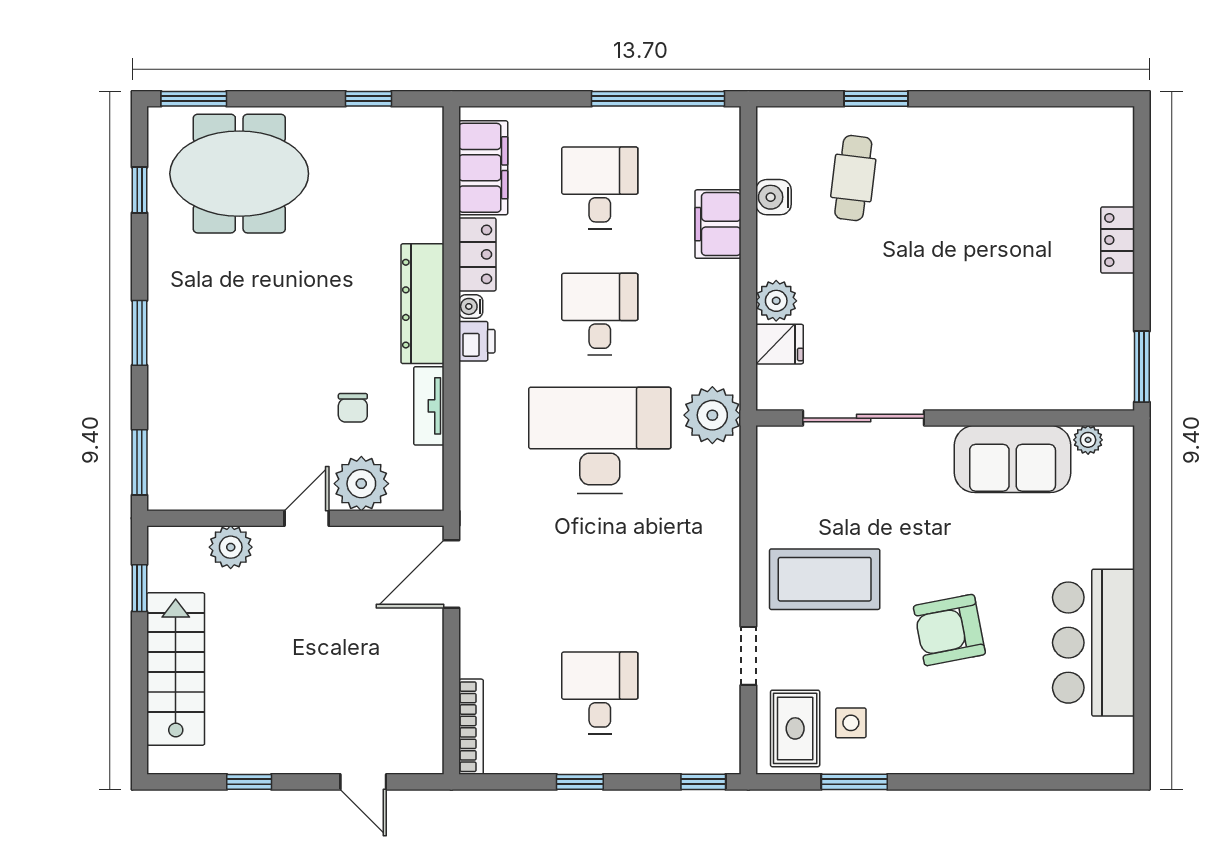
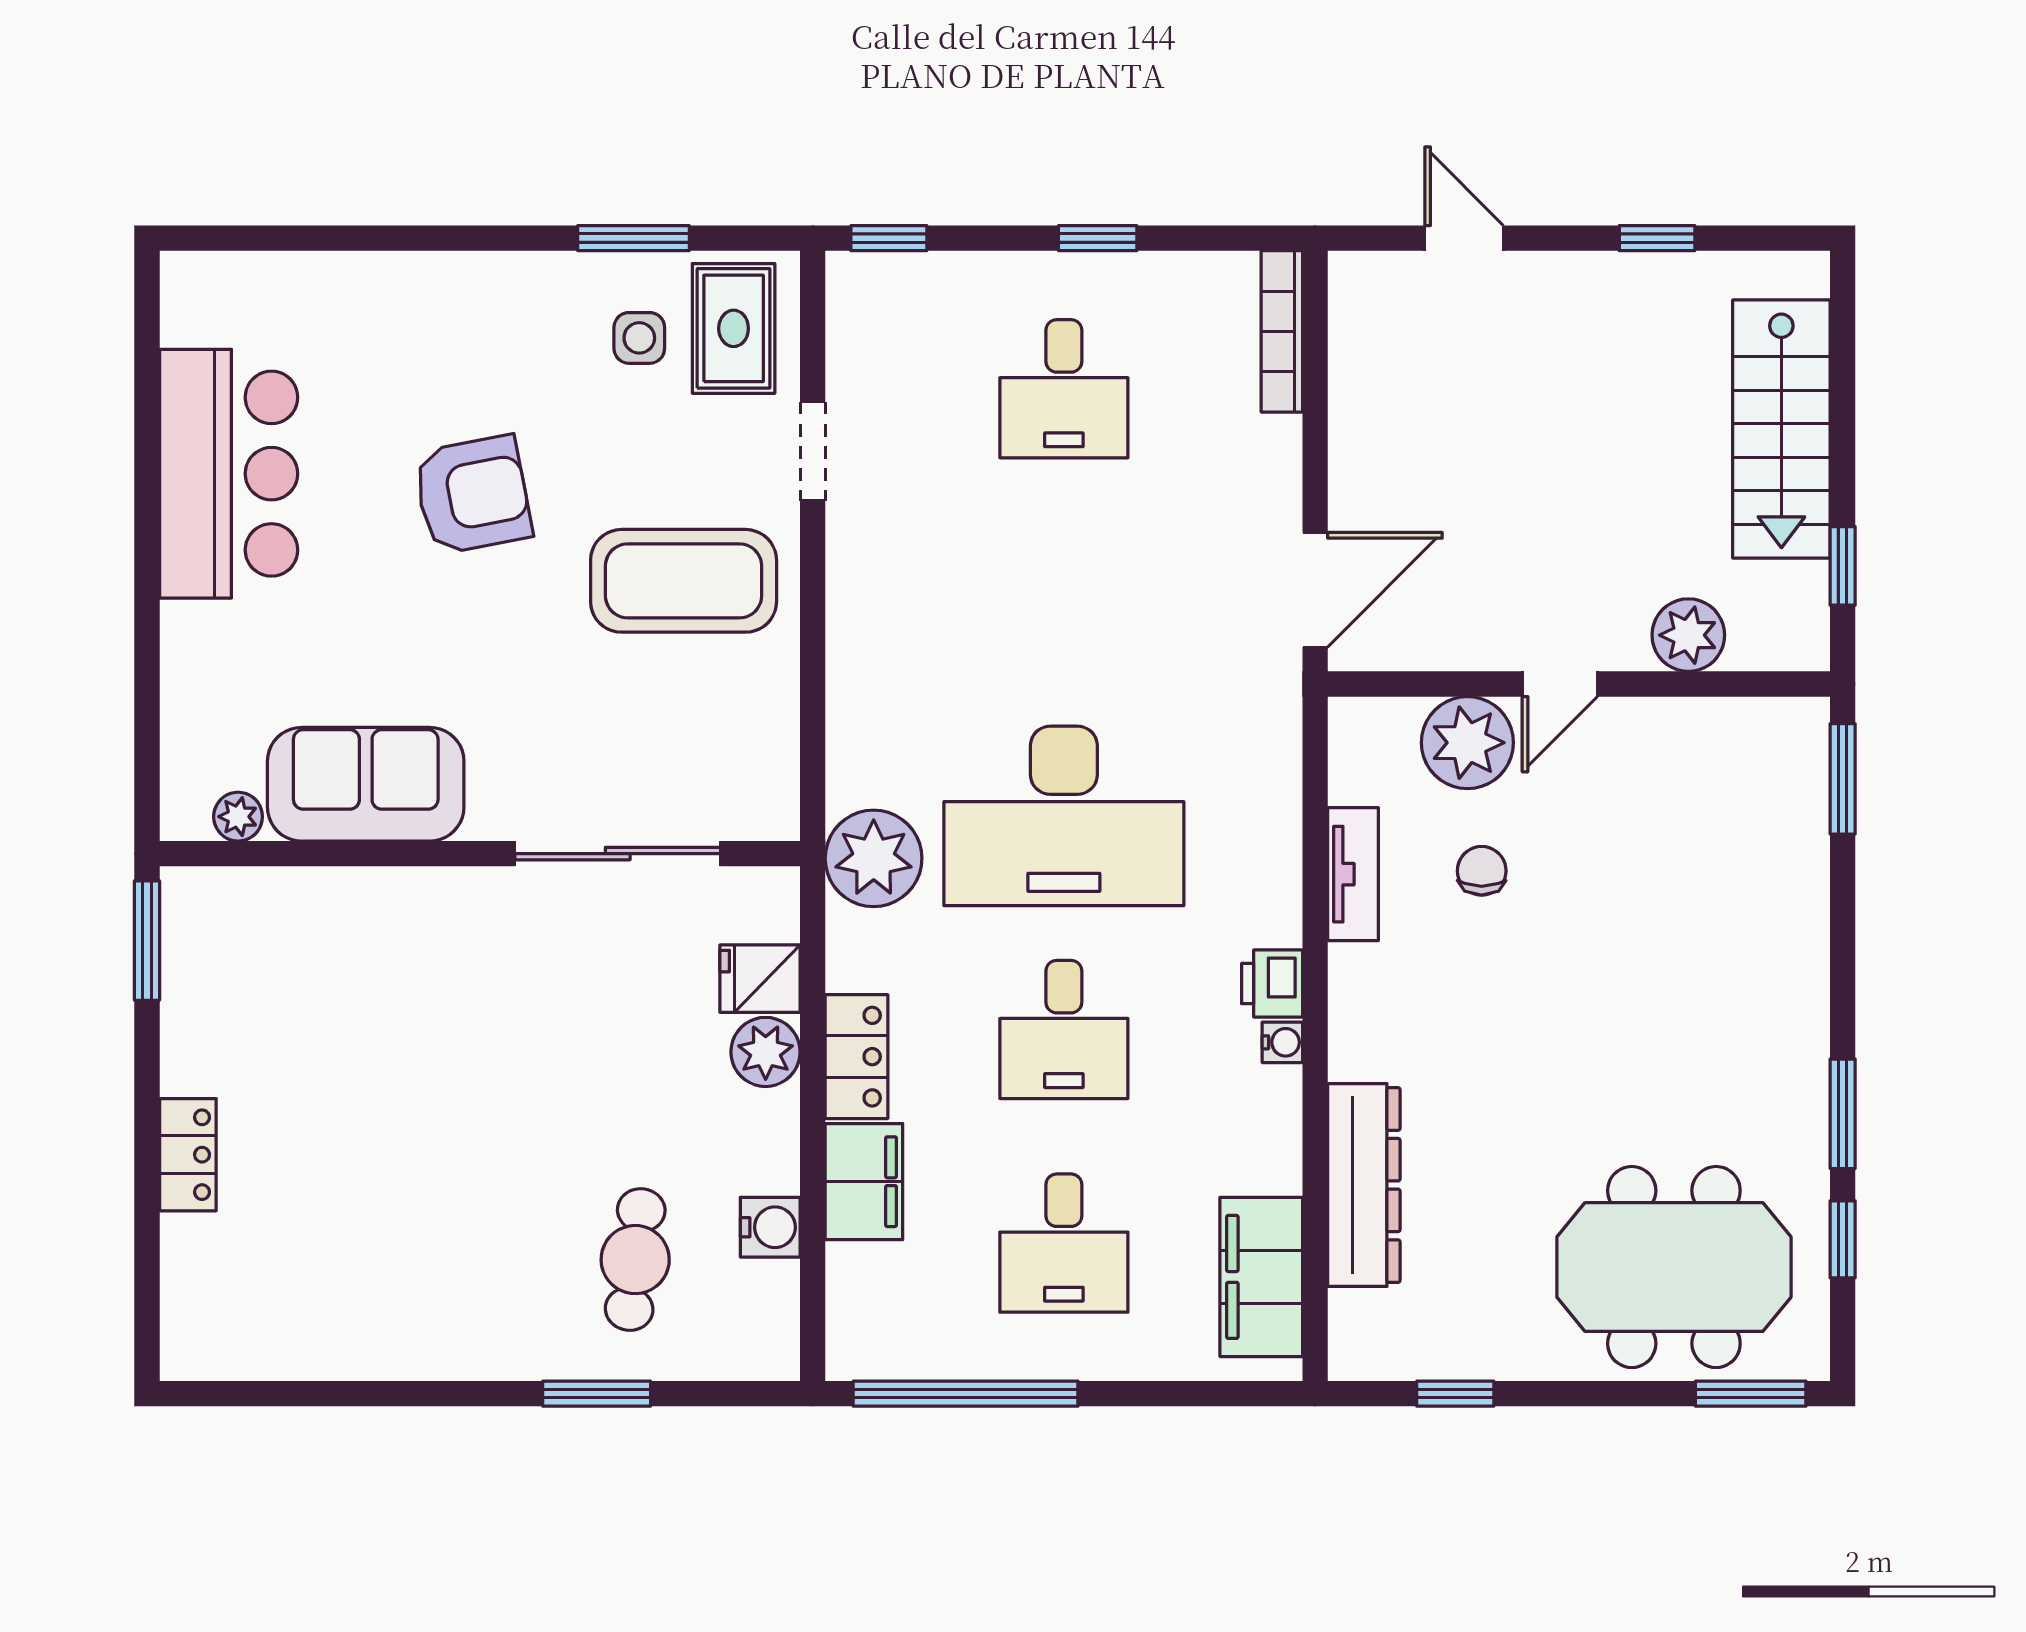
locker: (477, 254) -> (857, 1057), moved, turned 180
dresser: (423, 304) -> (1364, 1185), moved
window: (139, 333) -> (1843, 1114), moved

